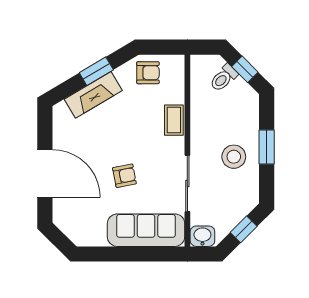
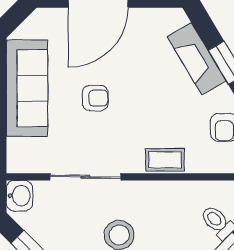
armchair: (124, 176) -> (95, 98), turned -79
sofa: (146, 230) -> (27, 88), moved

